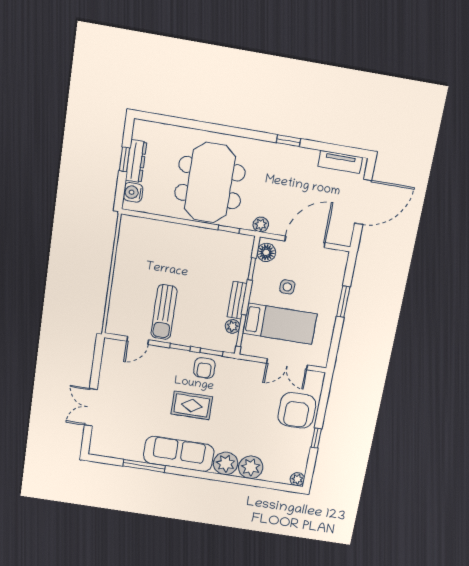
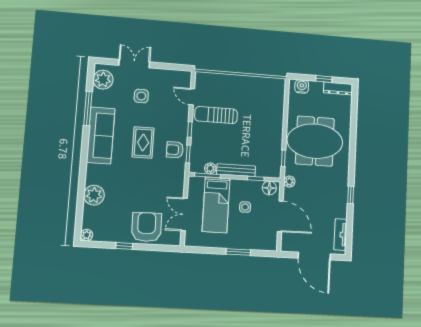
dresser: (136, 161) -> (338, 88), moved
bench: (237, 300) -> (236, 170), width x1.36
side table: (133, 402) -> (141, 96), added
armchair: (297, 410) -> (147, 227), turned 89
plant: (226, 464) -> (103, 80), moved

